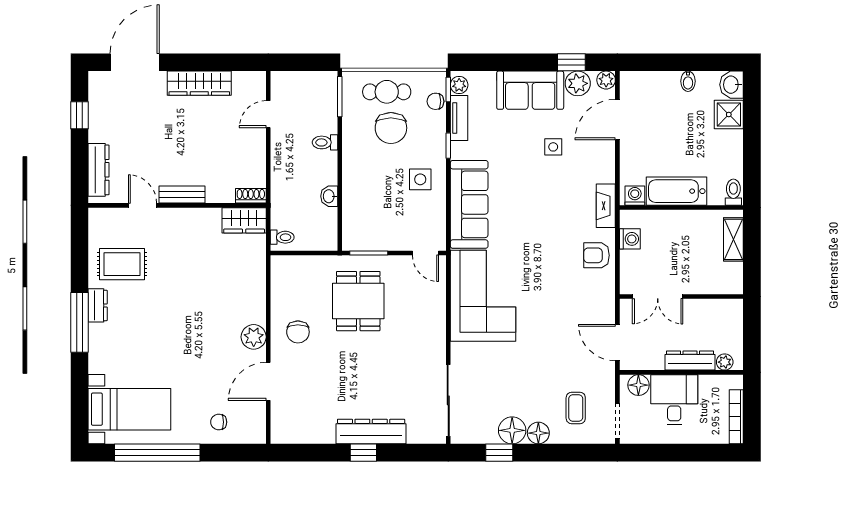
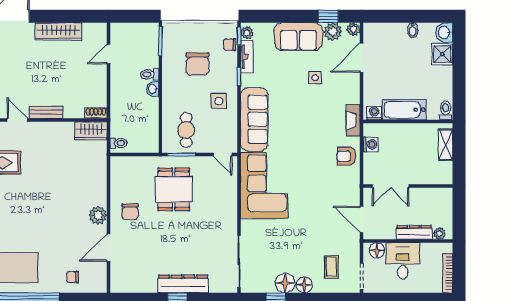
cafe table: (387, 92) -> (186, 130), moved, turned 90
washbasin: (329, 196) -> (153, 89), moved

